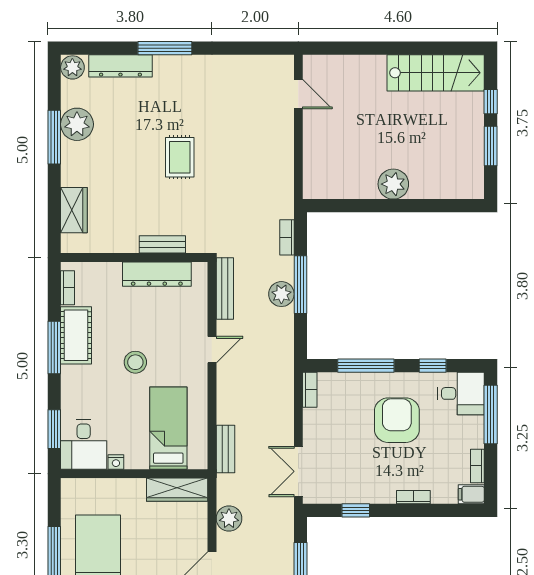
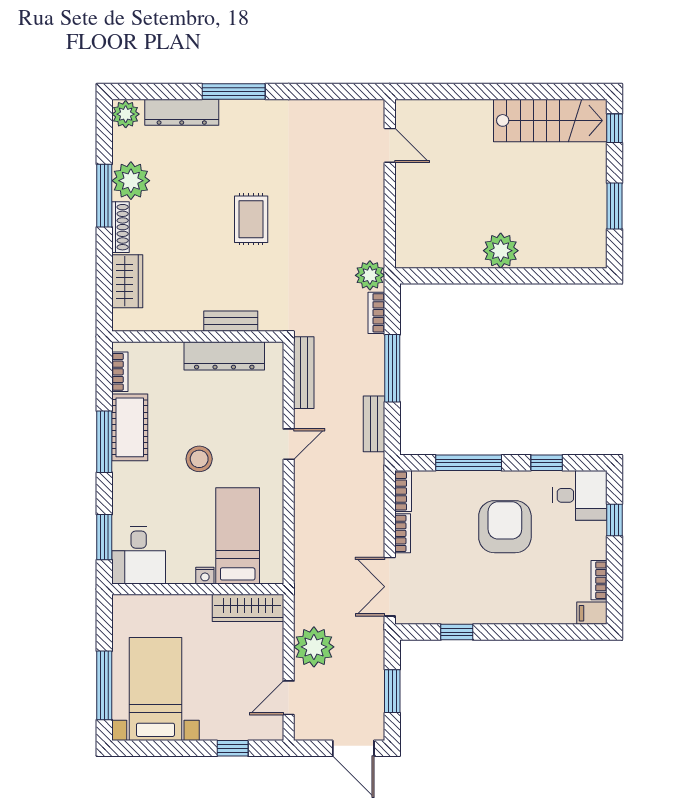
window: (491, 102) -> (614, 128), moved
shoe rack: (68, 164) -> (121, 227), added
plant: (281, 294) -> (370, 275), moved
window: (491, 415) -> (614, 520), width x0.46
bench: (225, 449) -> (374, 424), moved
nightstand: (116, 462) -> (205, 576), moved
bookcase: (413, 497) -> (403, 533), moved, turned 90
plant: (229, 518) -> (314, 647), width x1.36, depth x1.36

